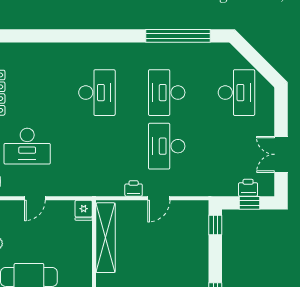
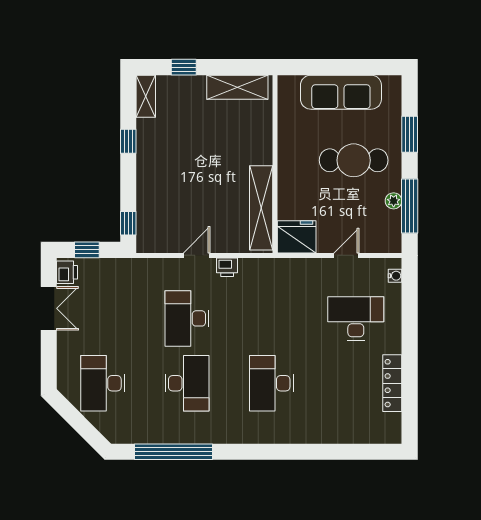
desk: (167, 146) -> (187, 318), turned 180
printer: (248, 188) -> (67, 272), moved, turned -90
fridge: (84, 210) -> (297, 237), width x1.88, depth x1.34

